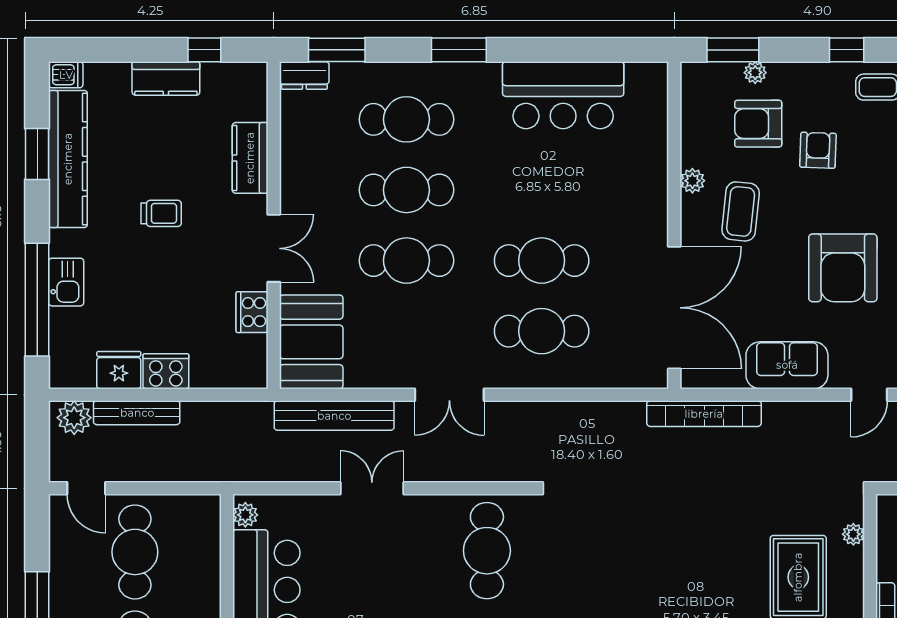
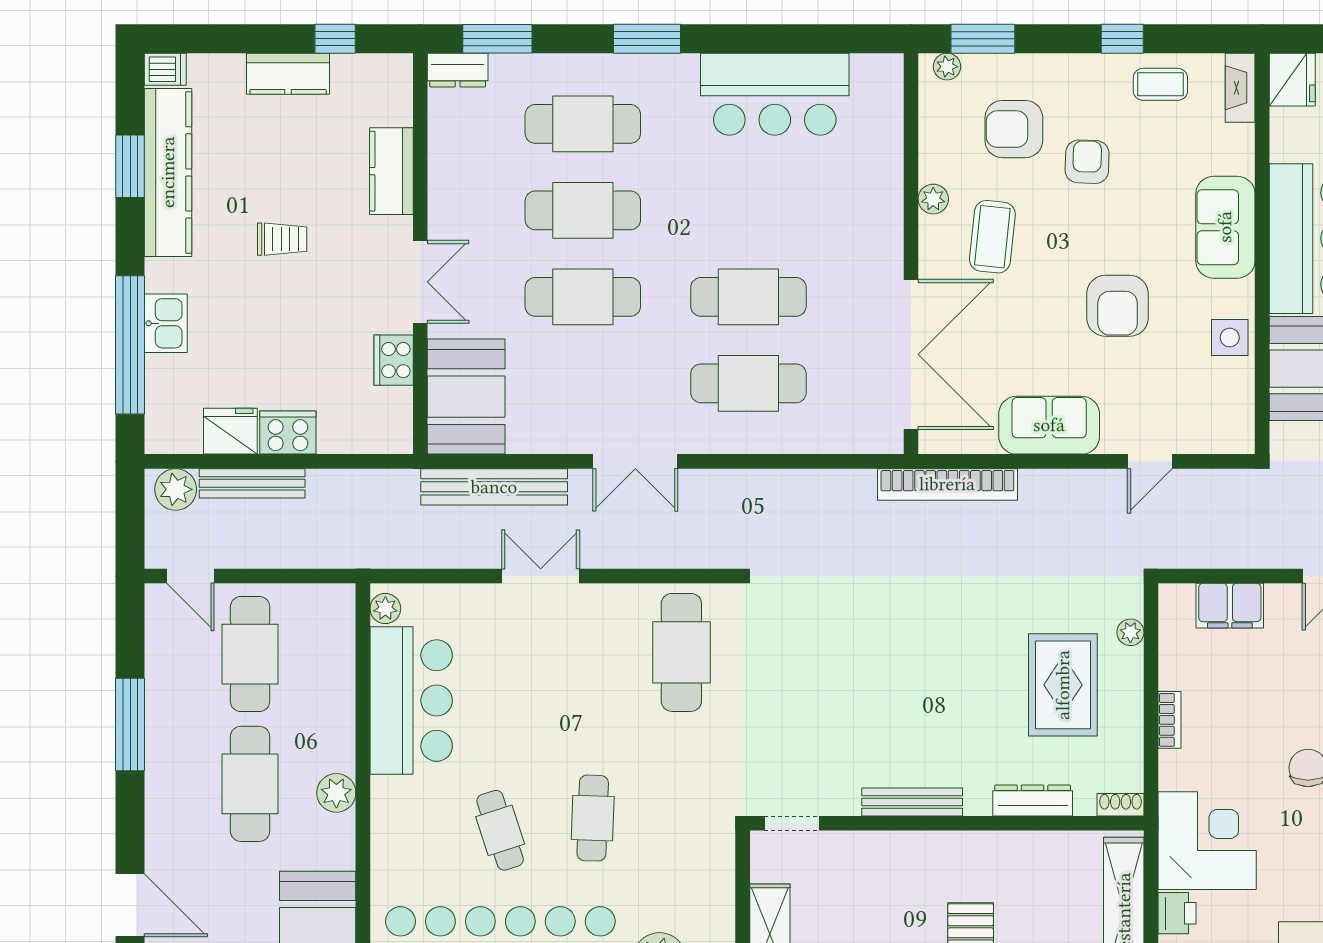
plant: (755, 73) -> (947, 67), moved
armchair: (843, 268) -> (1118, 306), width x0.73, depth x0.73

